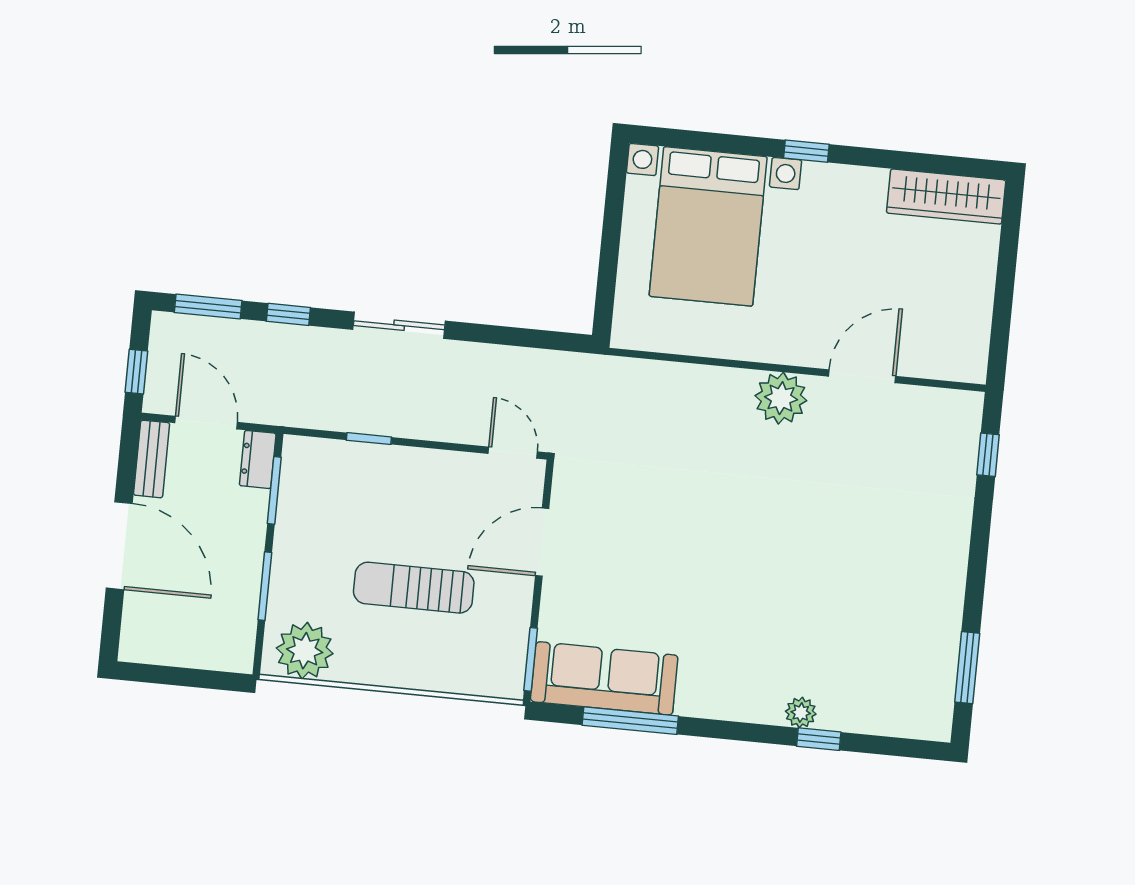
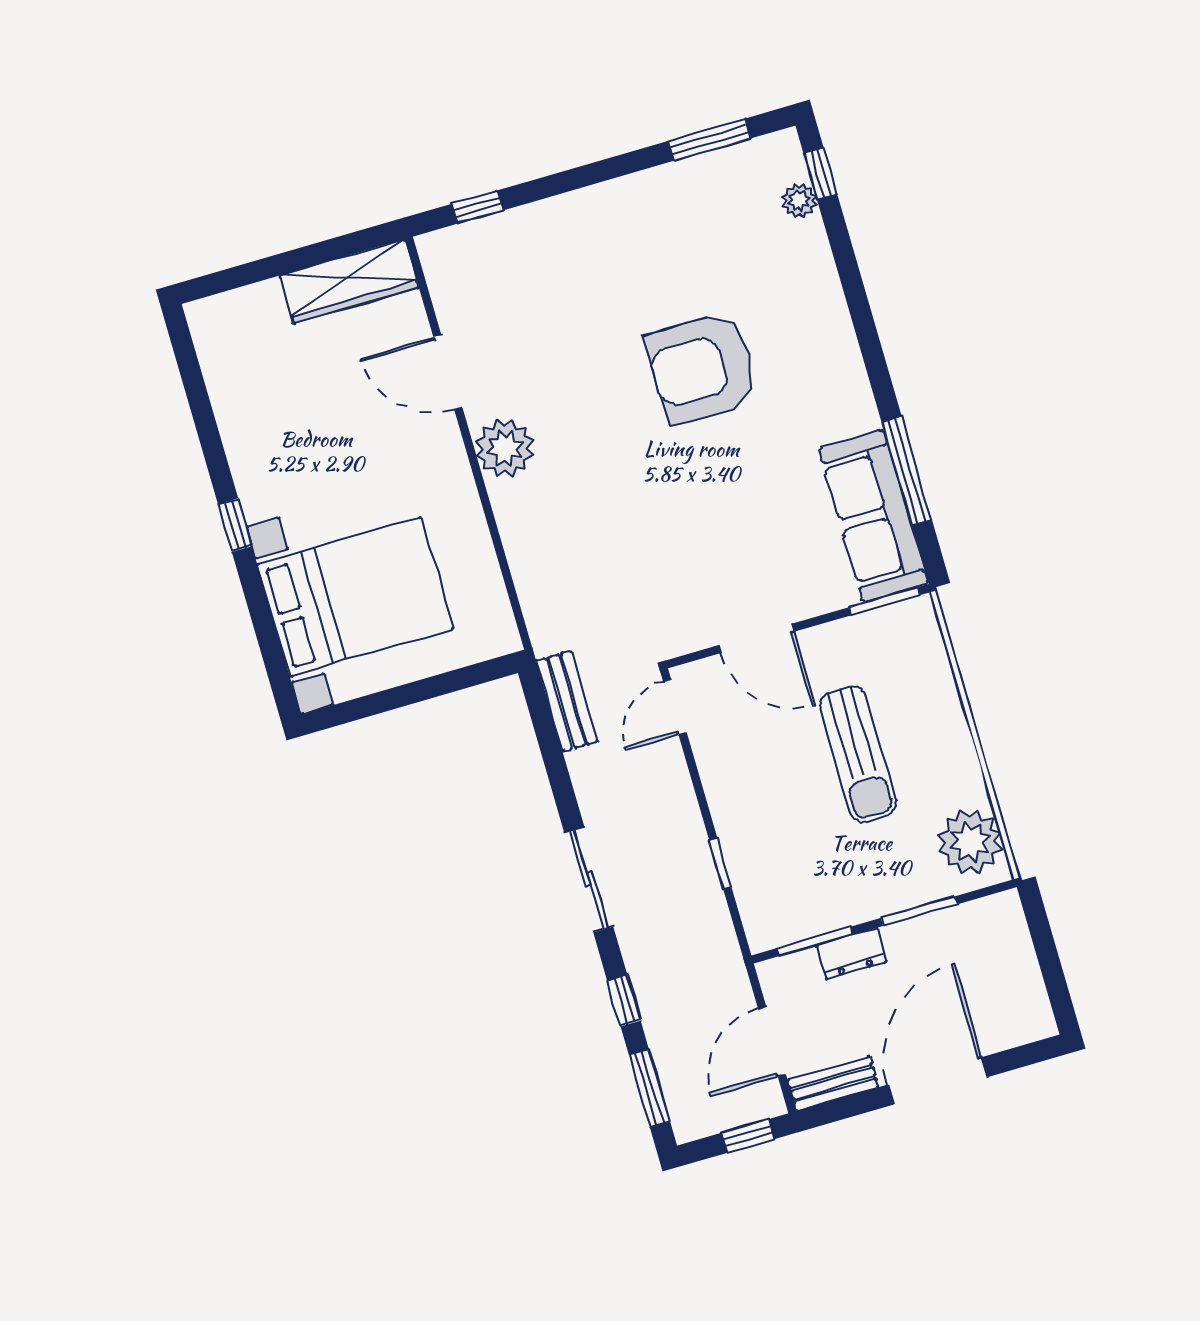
wardrobe: (946, 197) -> (349, 281), moved, turned 90
bench: (553, 366) -> (567, 701), added
dresser: (258, 459) -> (852, 954), moved
armchair: (782, 586) -> (702, 368), added
plant: (801, 713) -> (799, 201), moved
window: (819, 739) -> (820, 173), moved

